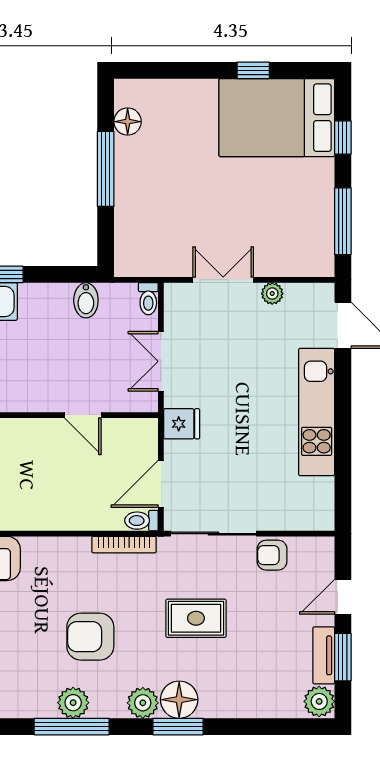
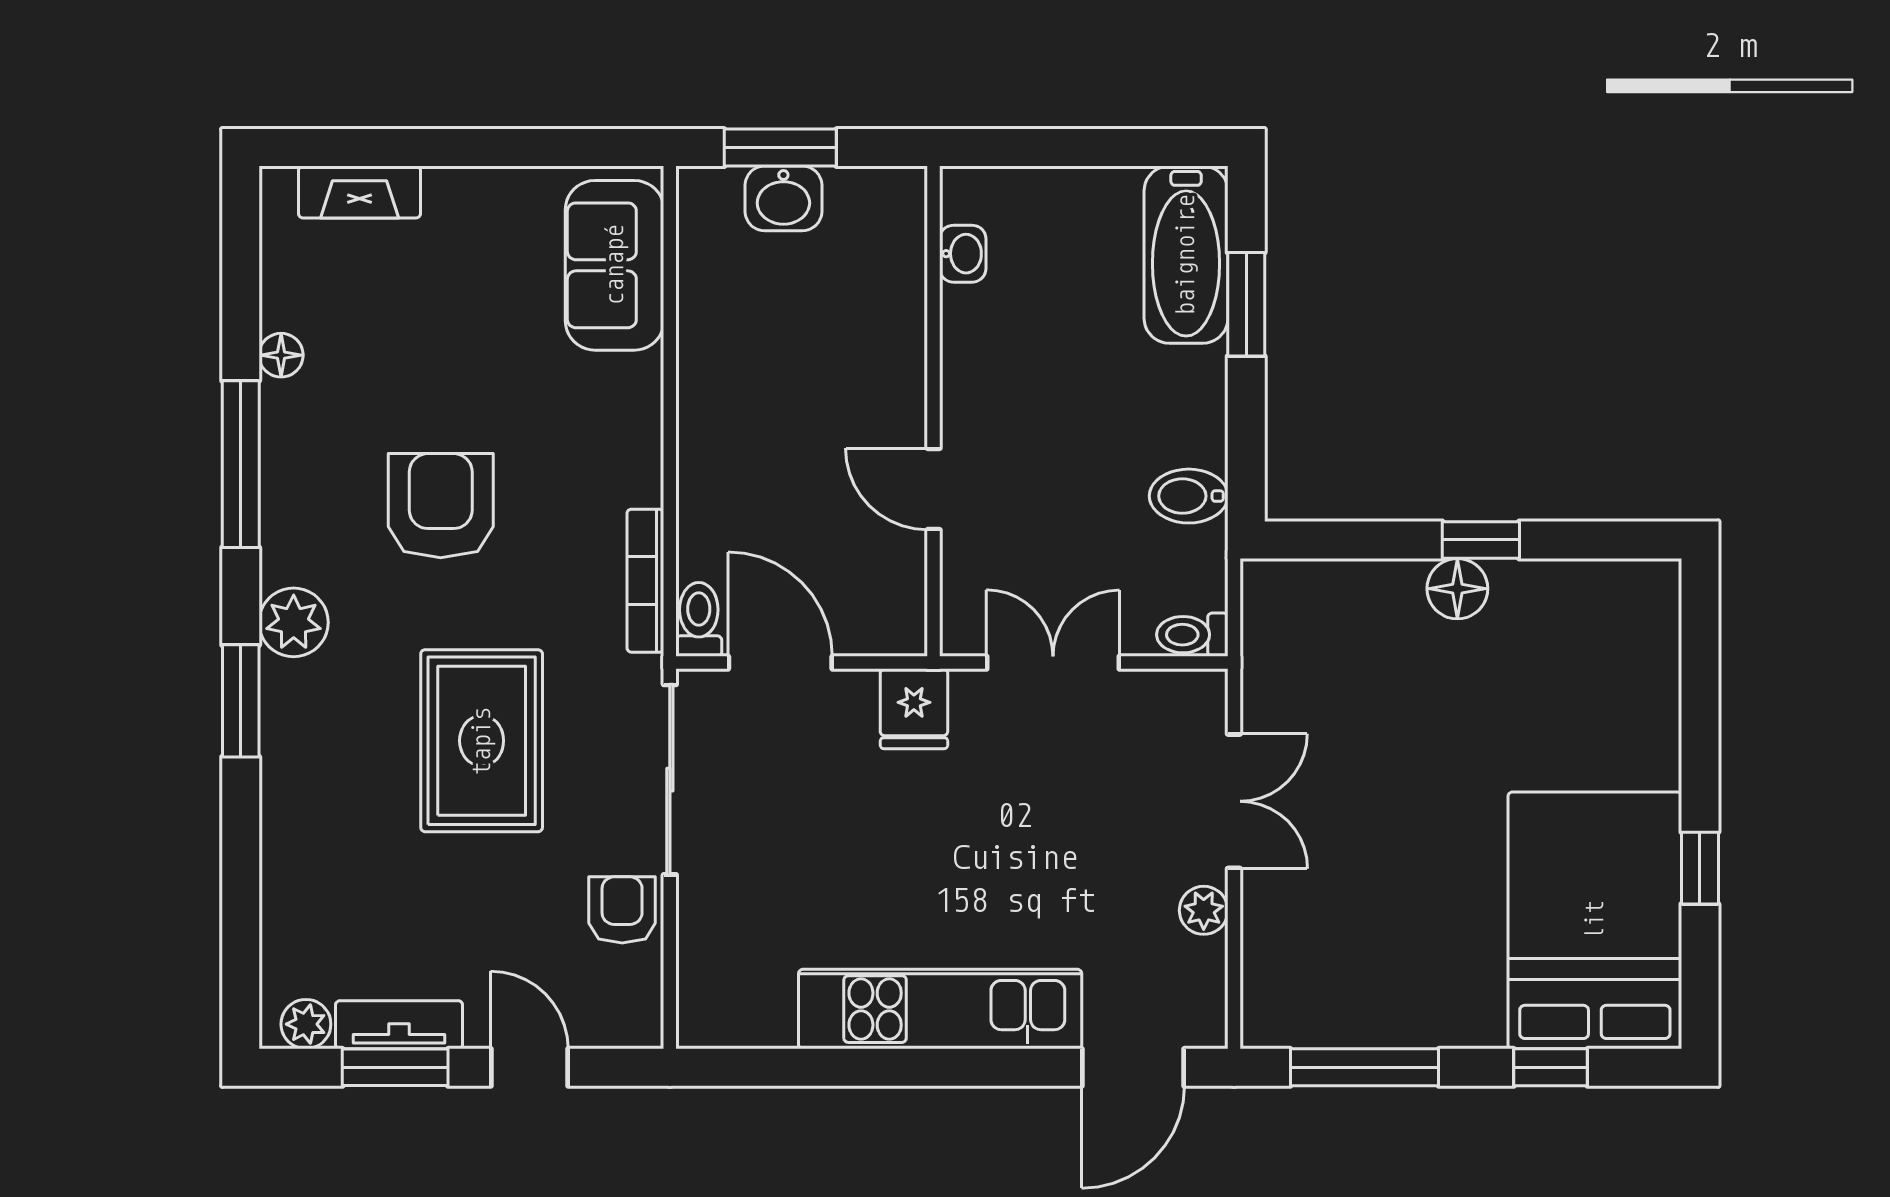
floor lamp: (128, 122) -> (1457, 589), moved
window: (106, 169) -> (1481, 540), width x0.46
door: (83, 415) -> (934, 489), hinge flipped
rug: (196, 618) -> (482, 741), width x1.36, depth x1.43
floor lamp: (179, 700) -> (281, 355), moved, width x0.53, depth x0.53
plant: (319, 701) -> (306, 1024), width x0.73, depth x0.73
plant: (73, 703) -> (294, 468), removed

